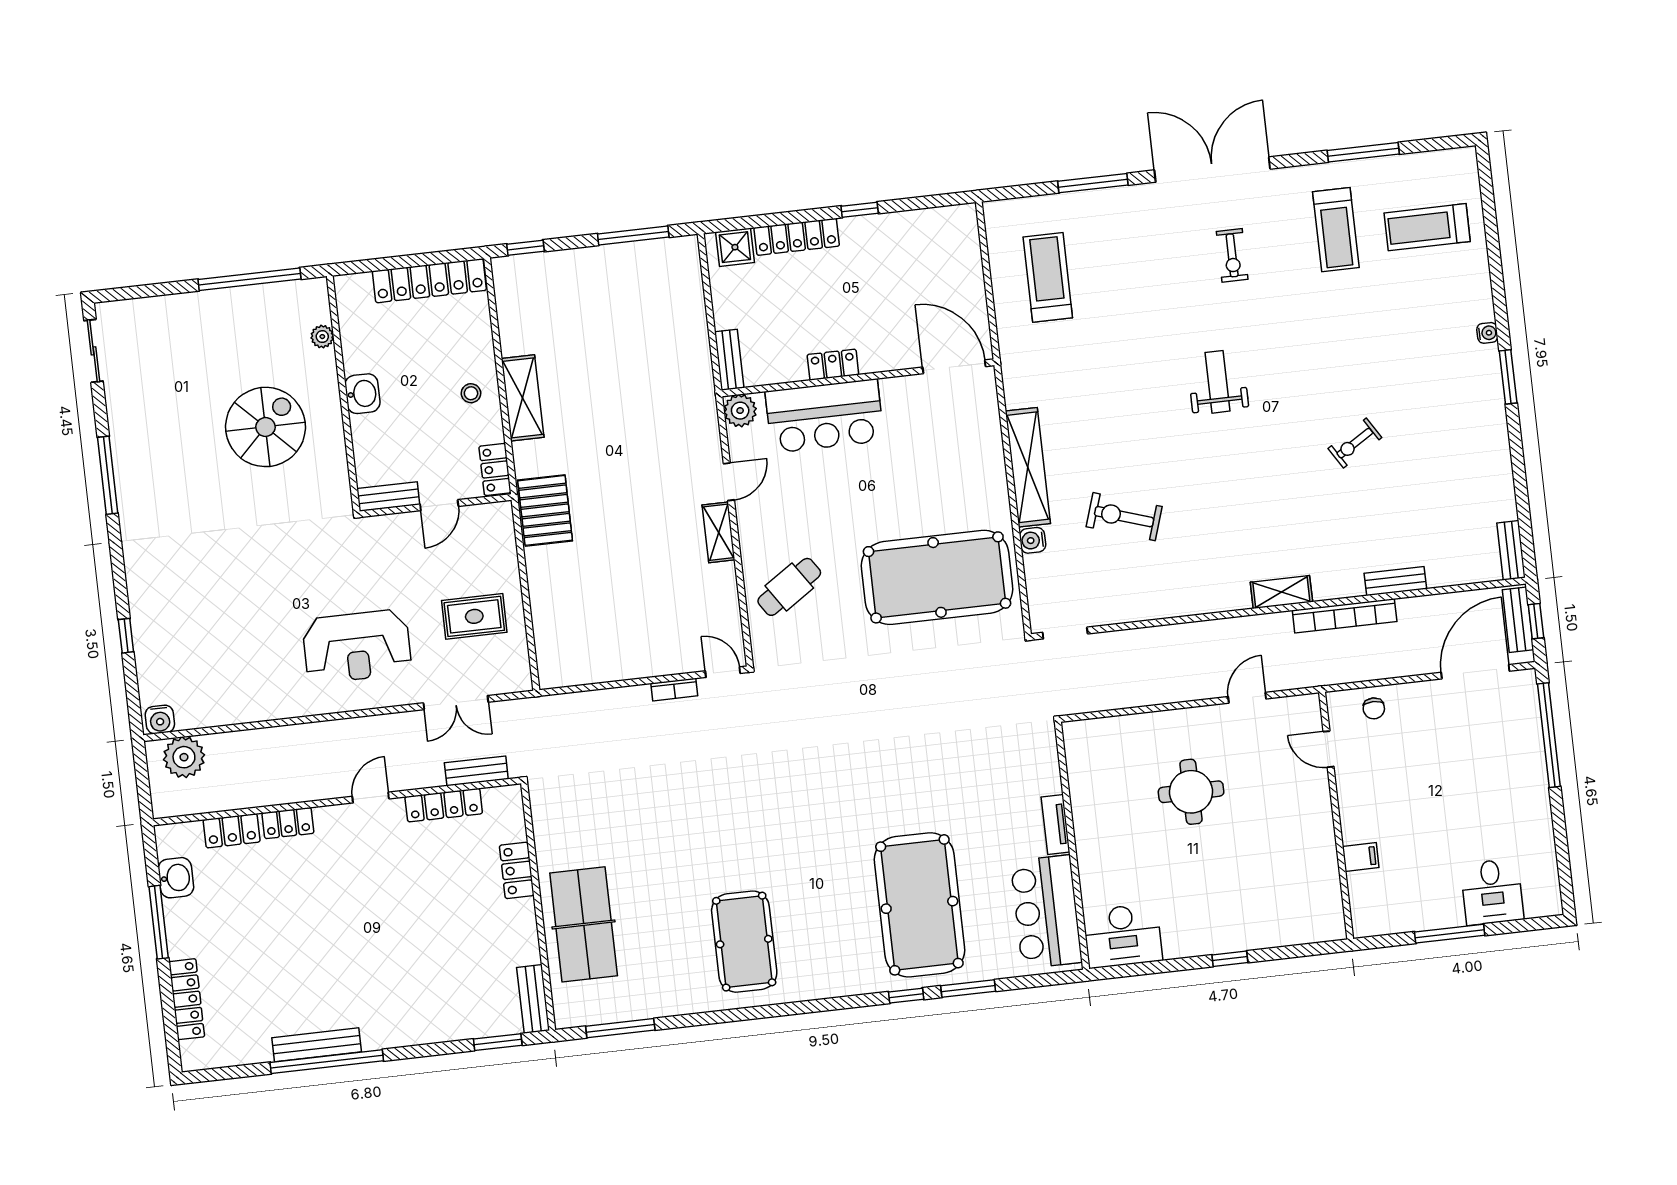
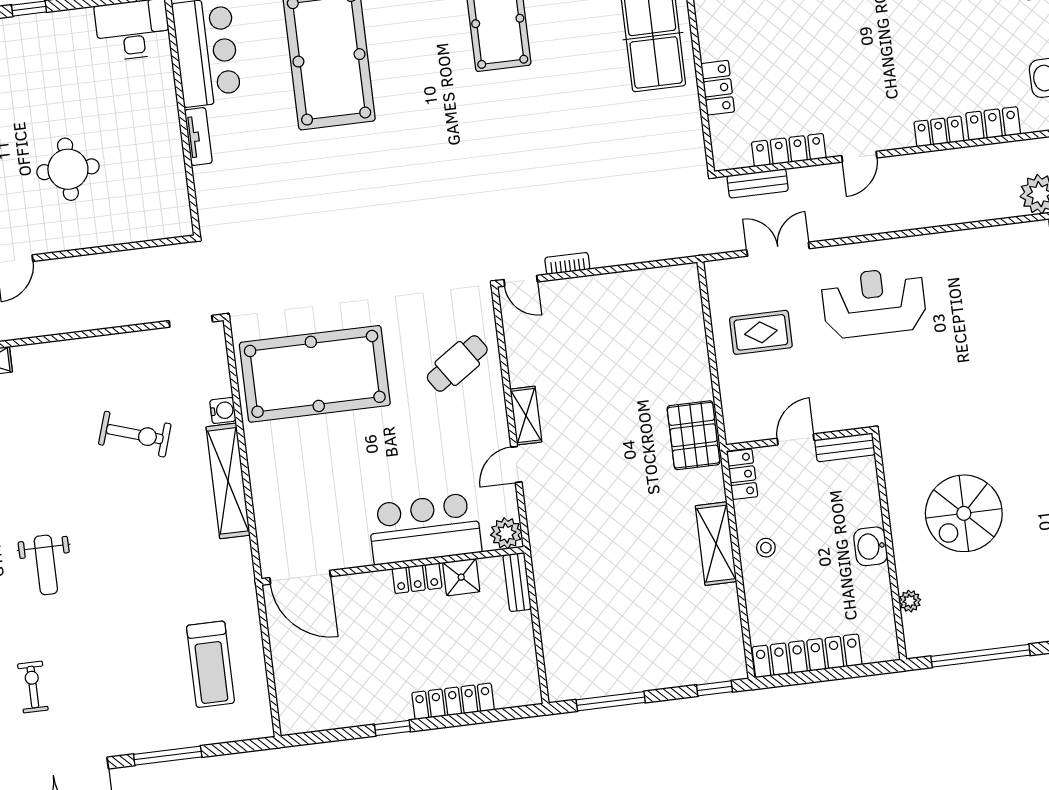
shower: (735, 247) -> (461, 577), moved

